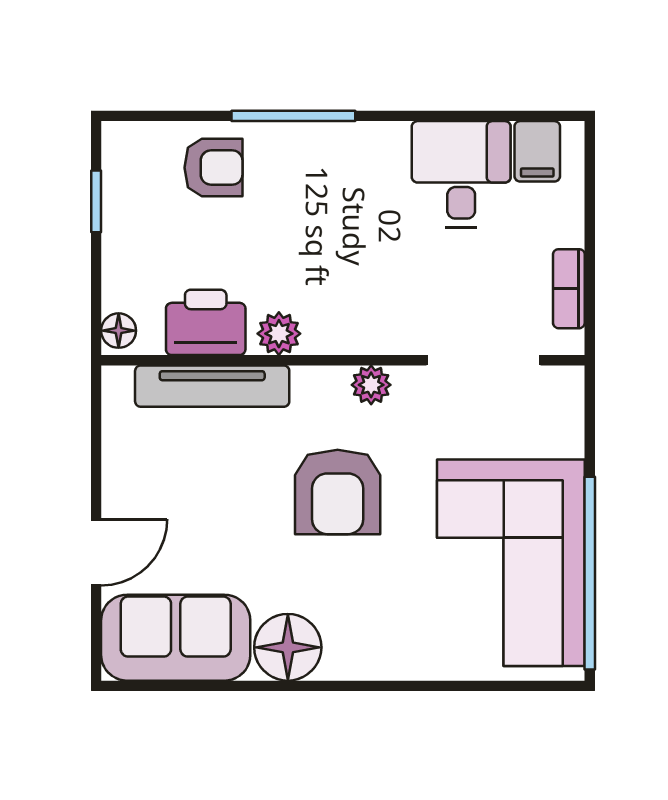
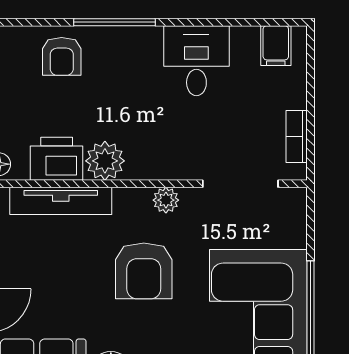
armchair: (214, 168) -> (62, 56), turned 90
desk: (461, 174) -> (196, 61), moved
plant: (279, 334) -> (105, 161), width x1.38, depth x1.38

